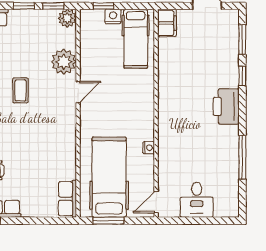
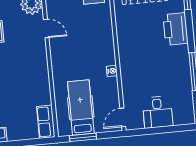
door: (78, 92) -> (46, 29), hinge flipped
hospital bed: (109, 177) -> (81, 108), width x0.73, depth x0.78

